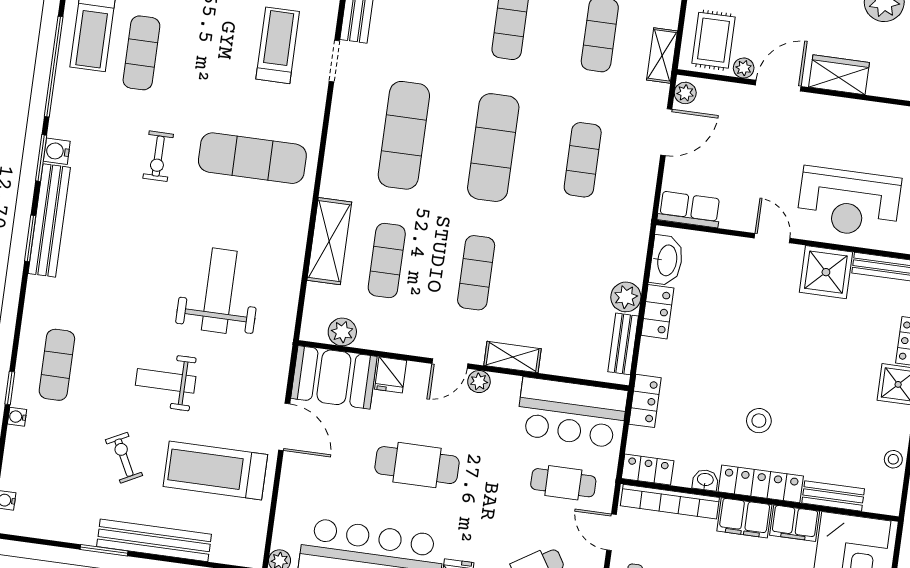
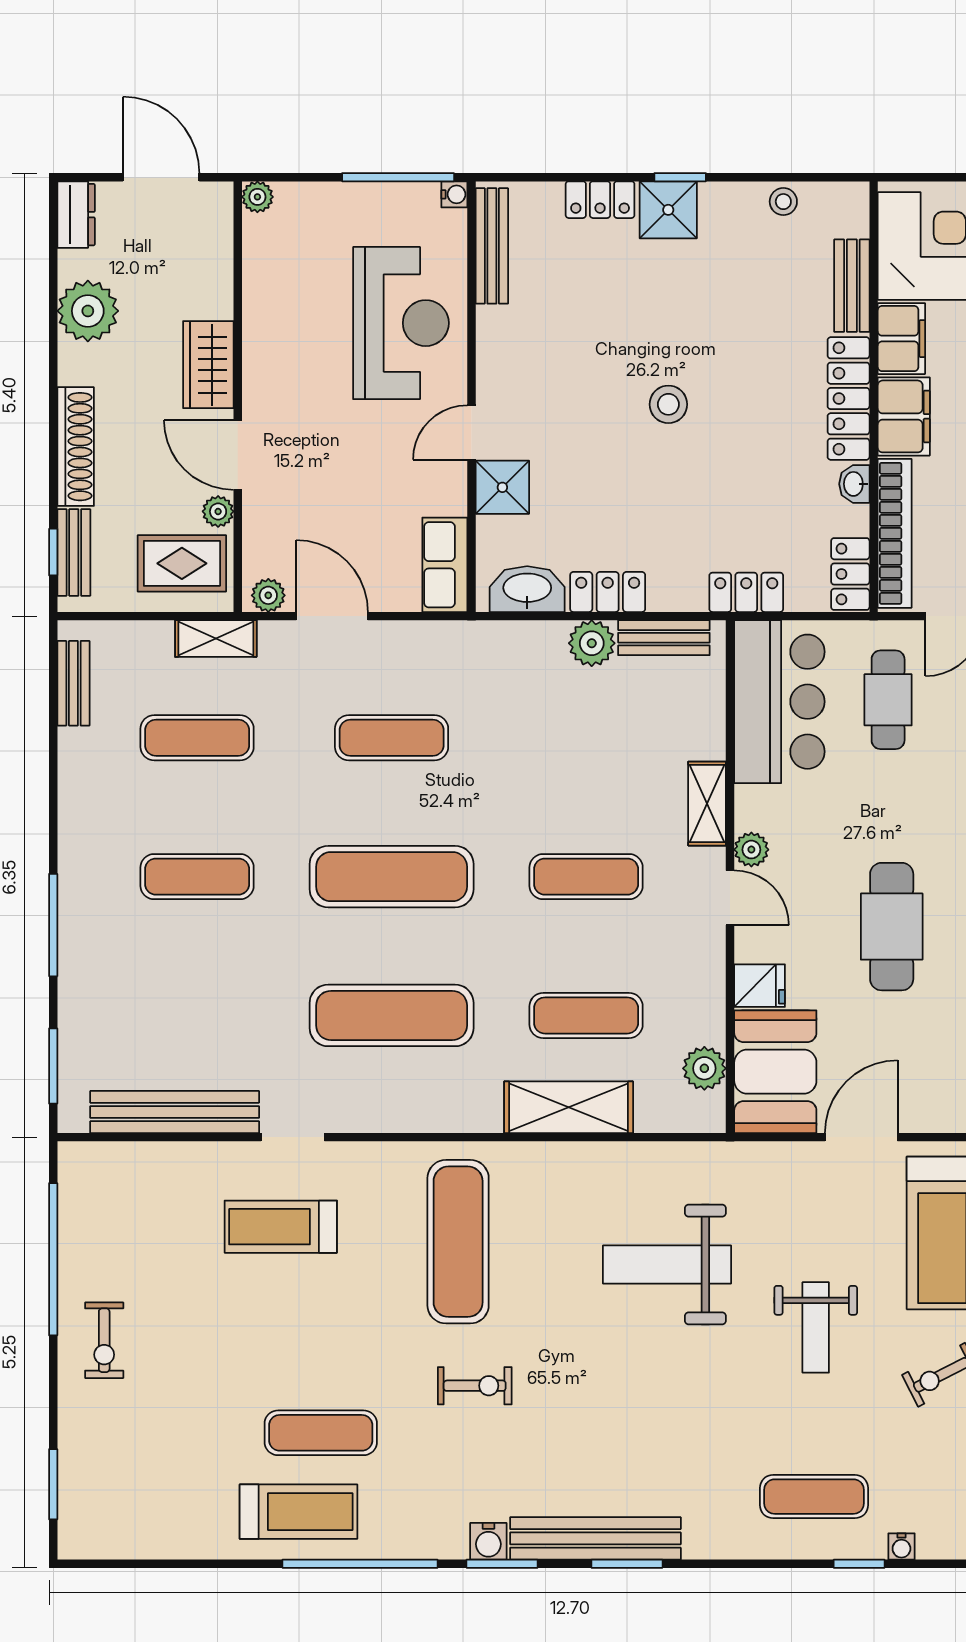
shower: (826, 272) -> (502, 487), moved, width x0.73, depth x0.73
stool: (759, 421) -> (668, 404), moved

